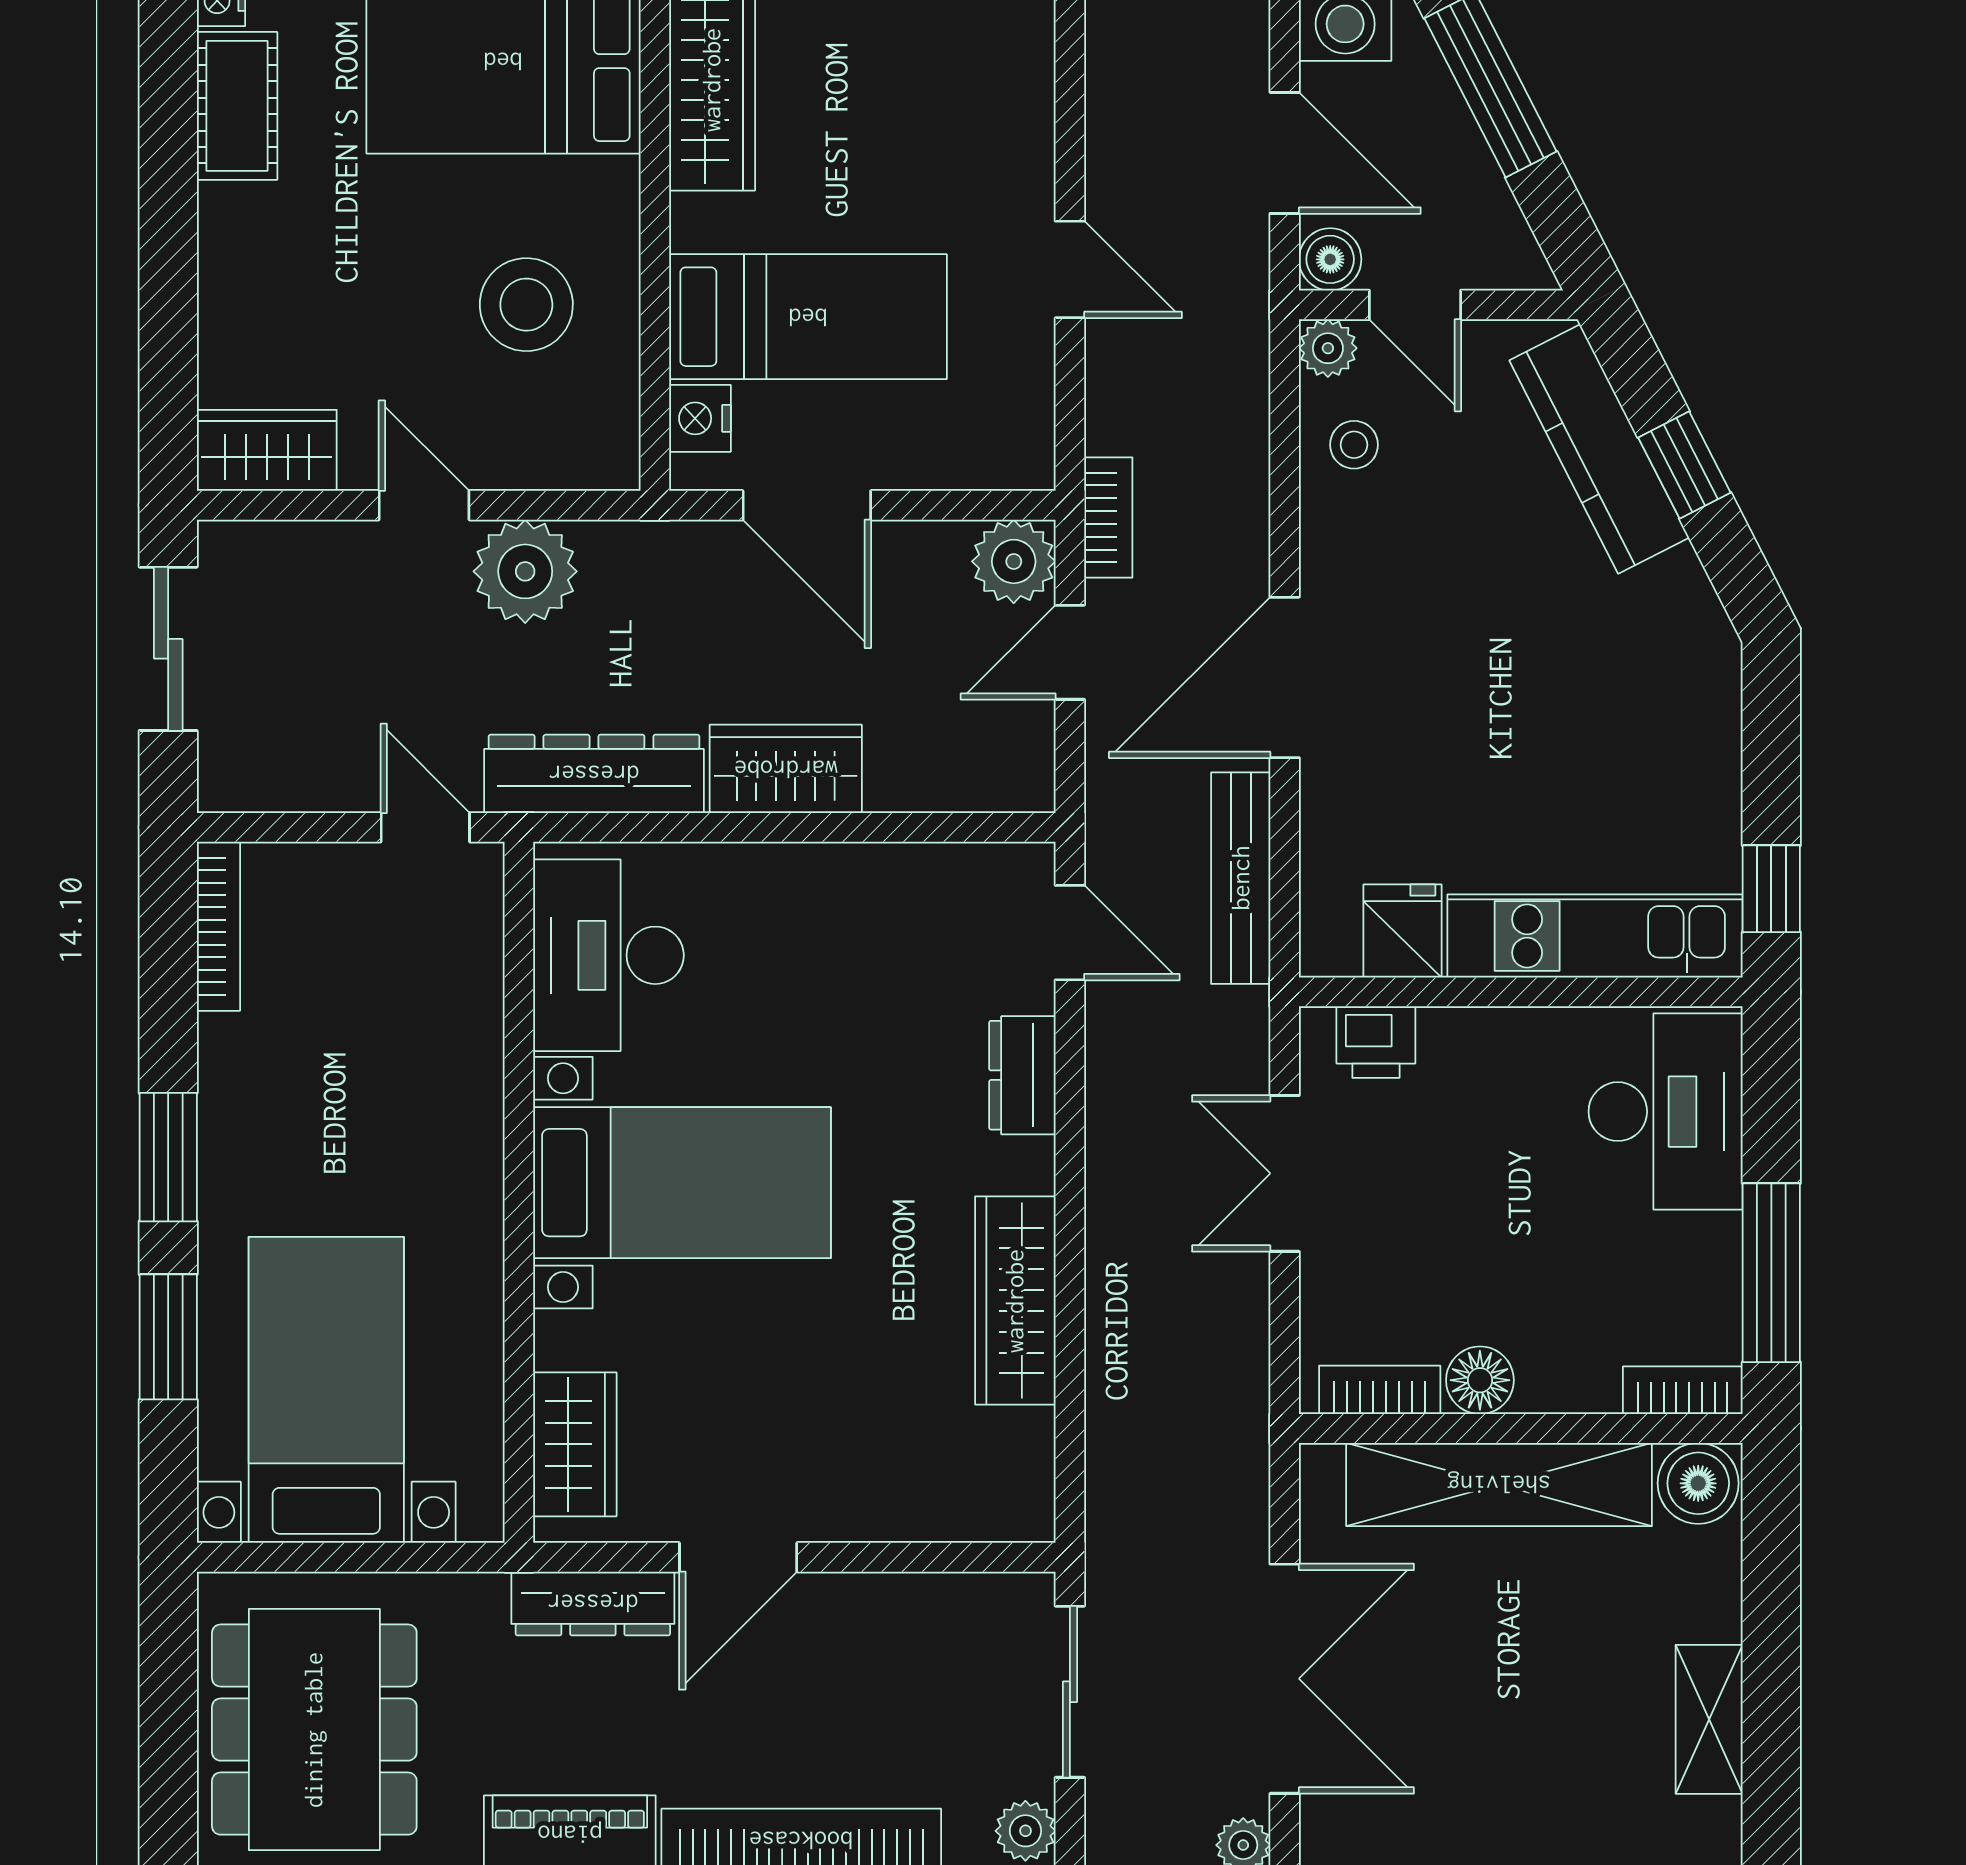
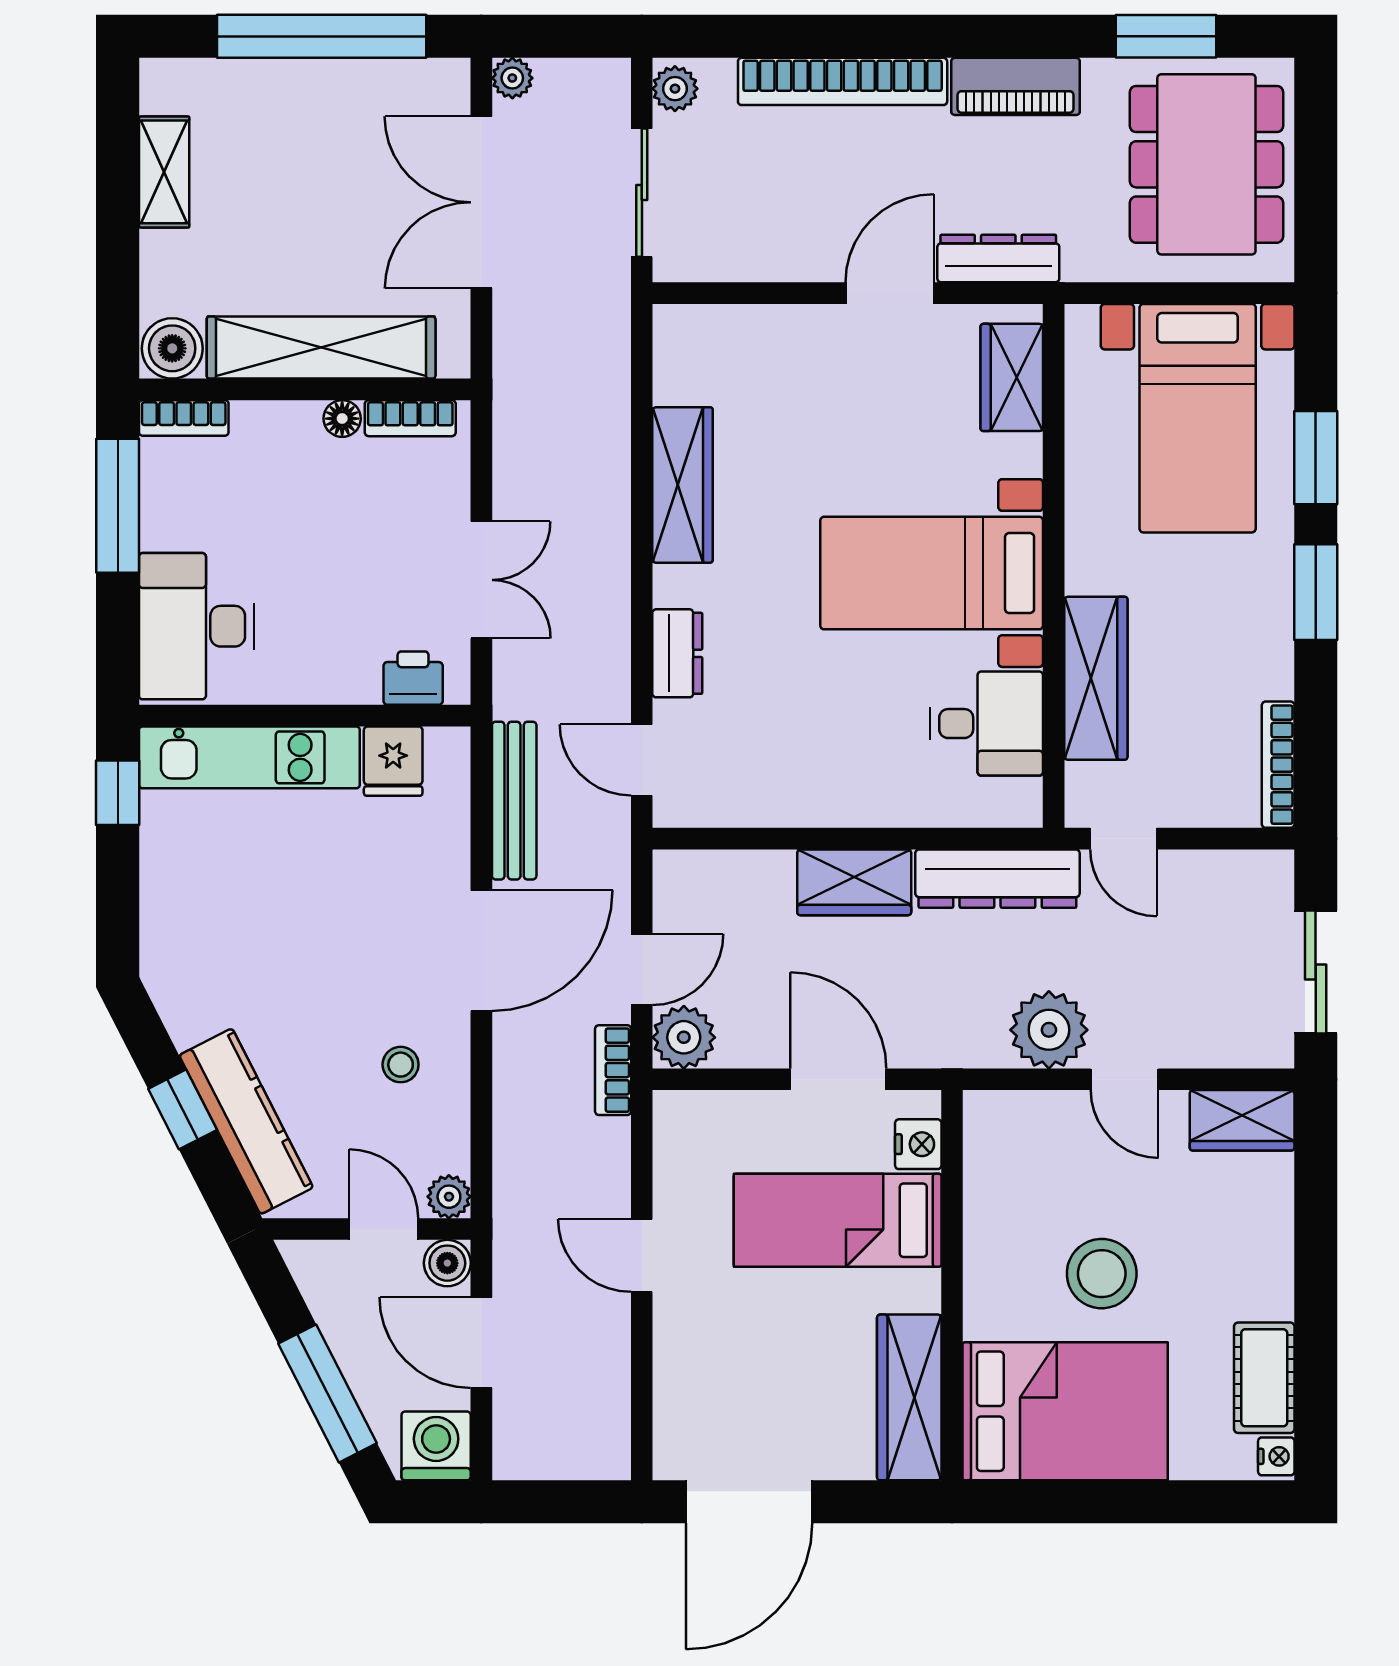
stool: (526, 305) -> (1102, 1274), moved
stool: (1354, 445) -> (401, 1065), moved
desk: (609, 955) -> (987, 724), width x0.73
wardrobe: (462, 1042) -> (1096, 678), added
floor lamp: (1480, 1380) -> (342, 419), width x0.73, depth x0.73

